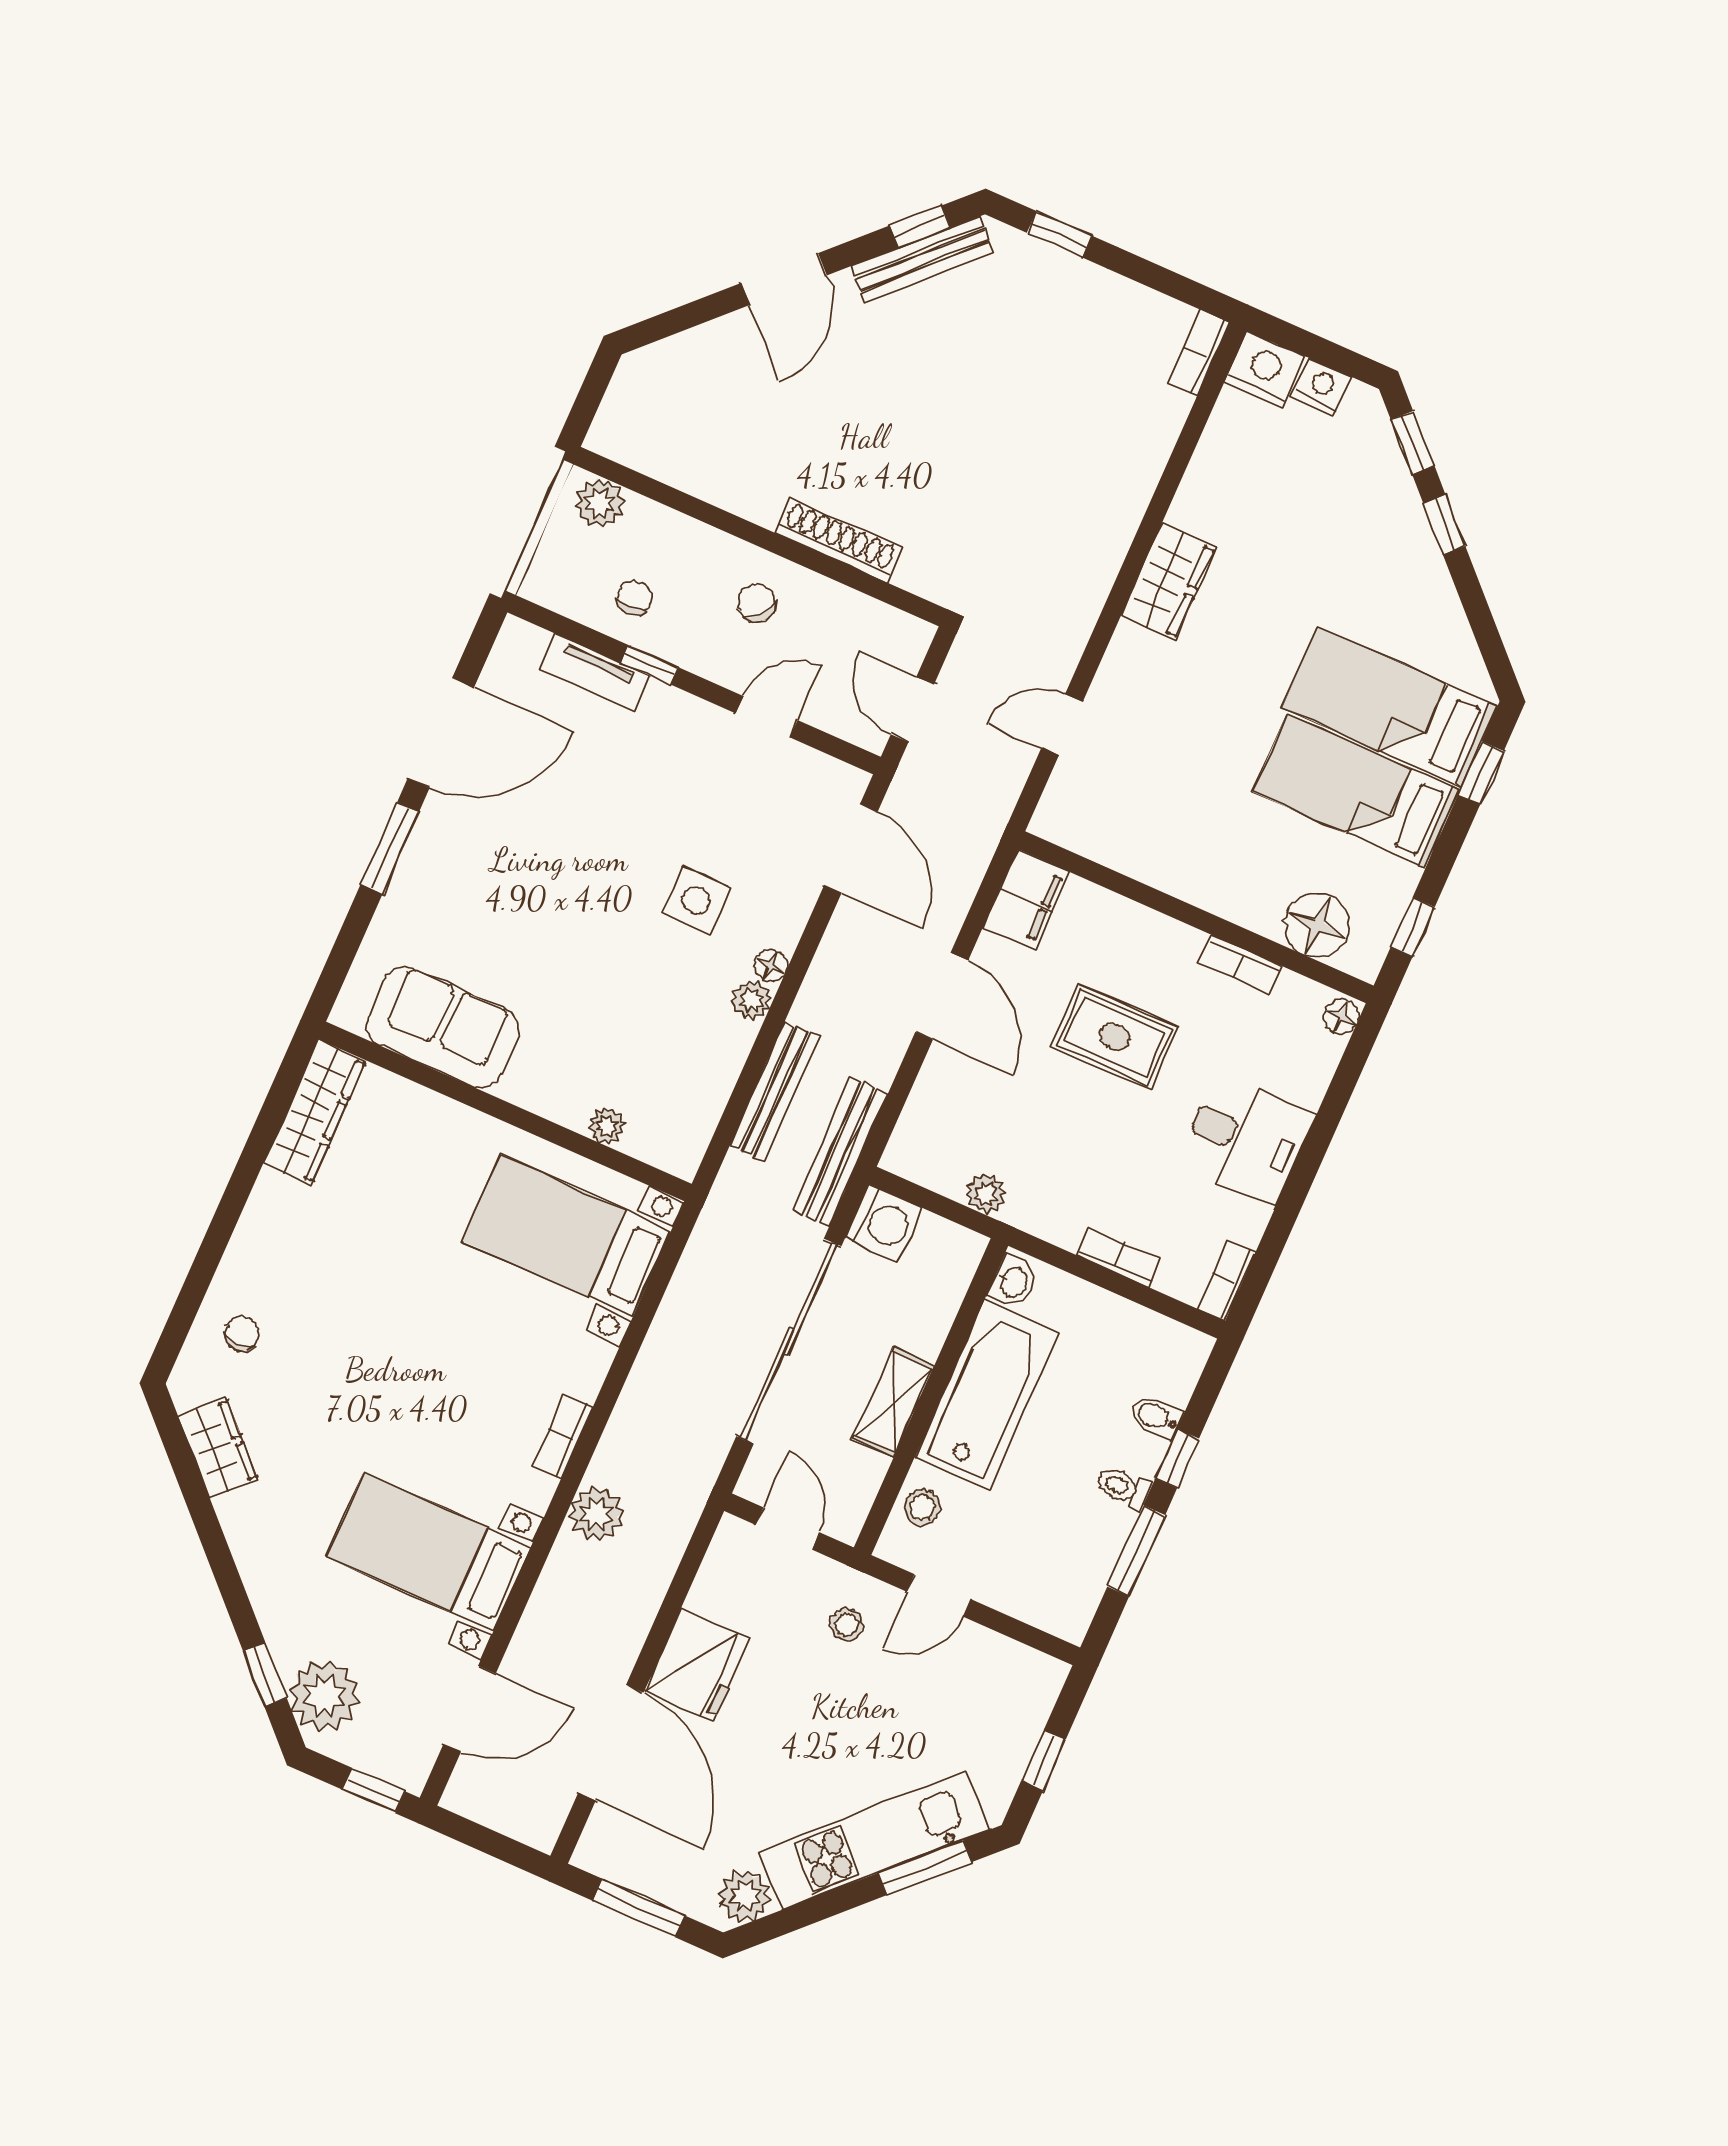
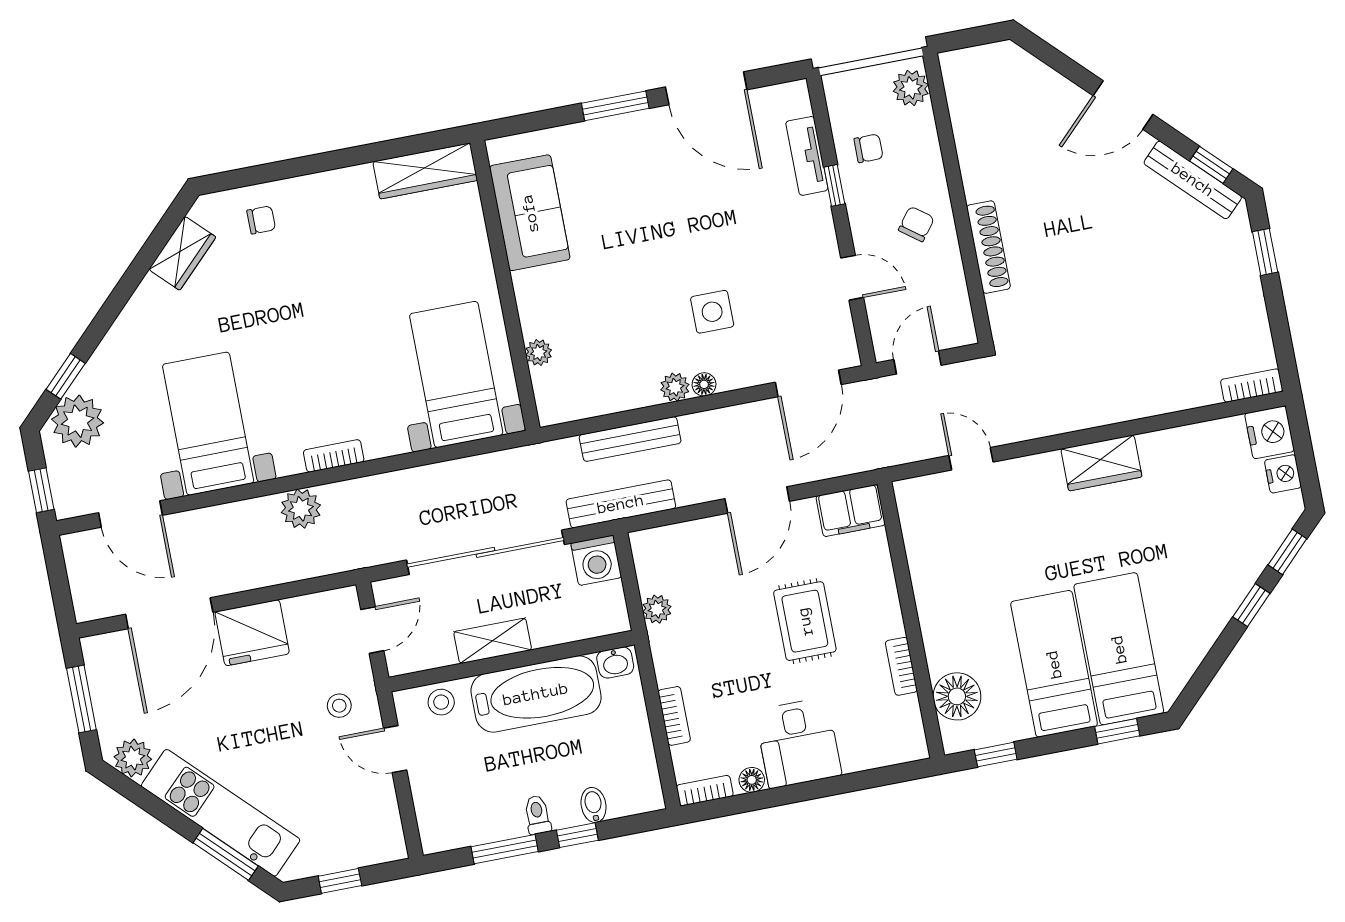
floor lamp: (1341, 1017) -> (752, 780), moved

